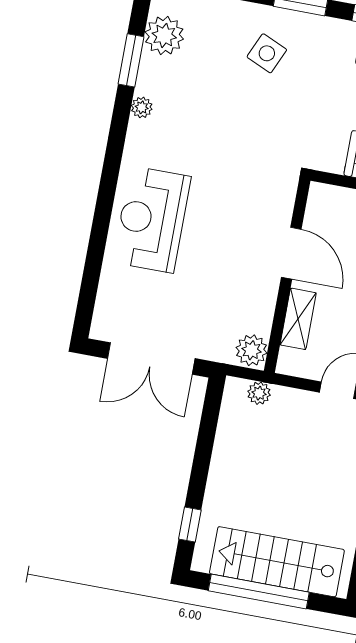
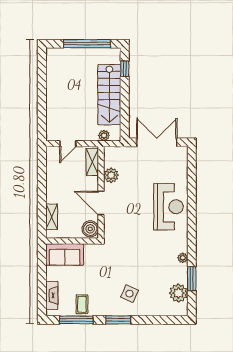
boiler: (324, 204) -> (90, 229), added
shelving: (298, 319) -> (92, 162), moved
plant: (251, 350) -> (111, 175), moved
stairs: (277, 562) -> (109, 95), moved, turned 90

